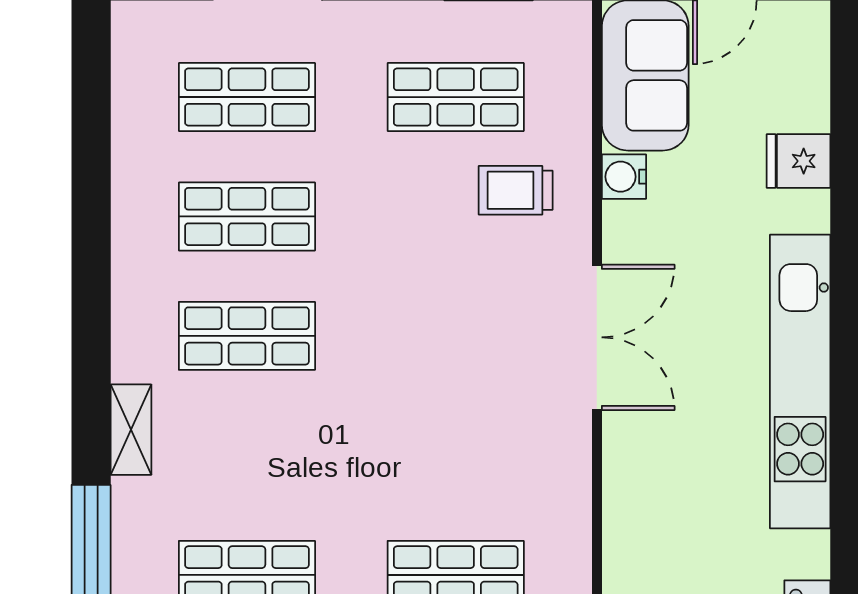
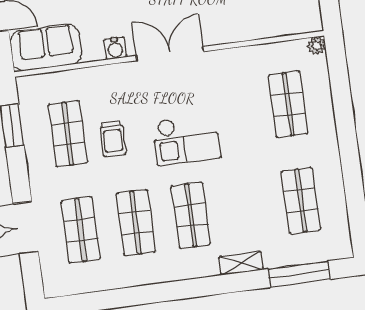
water cooler: (624, 177) -> (115, 48), moved
trolley: (516, 190) -> (113, 138), moved
checkout: (409, 349) -> (187, 140), added

